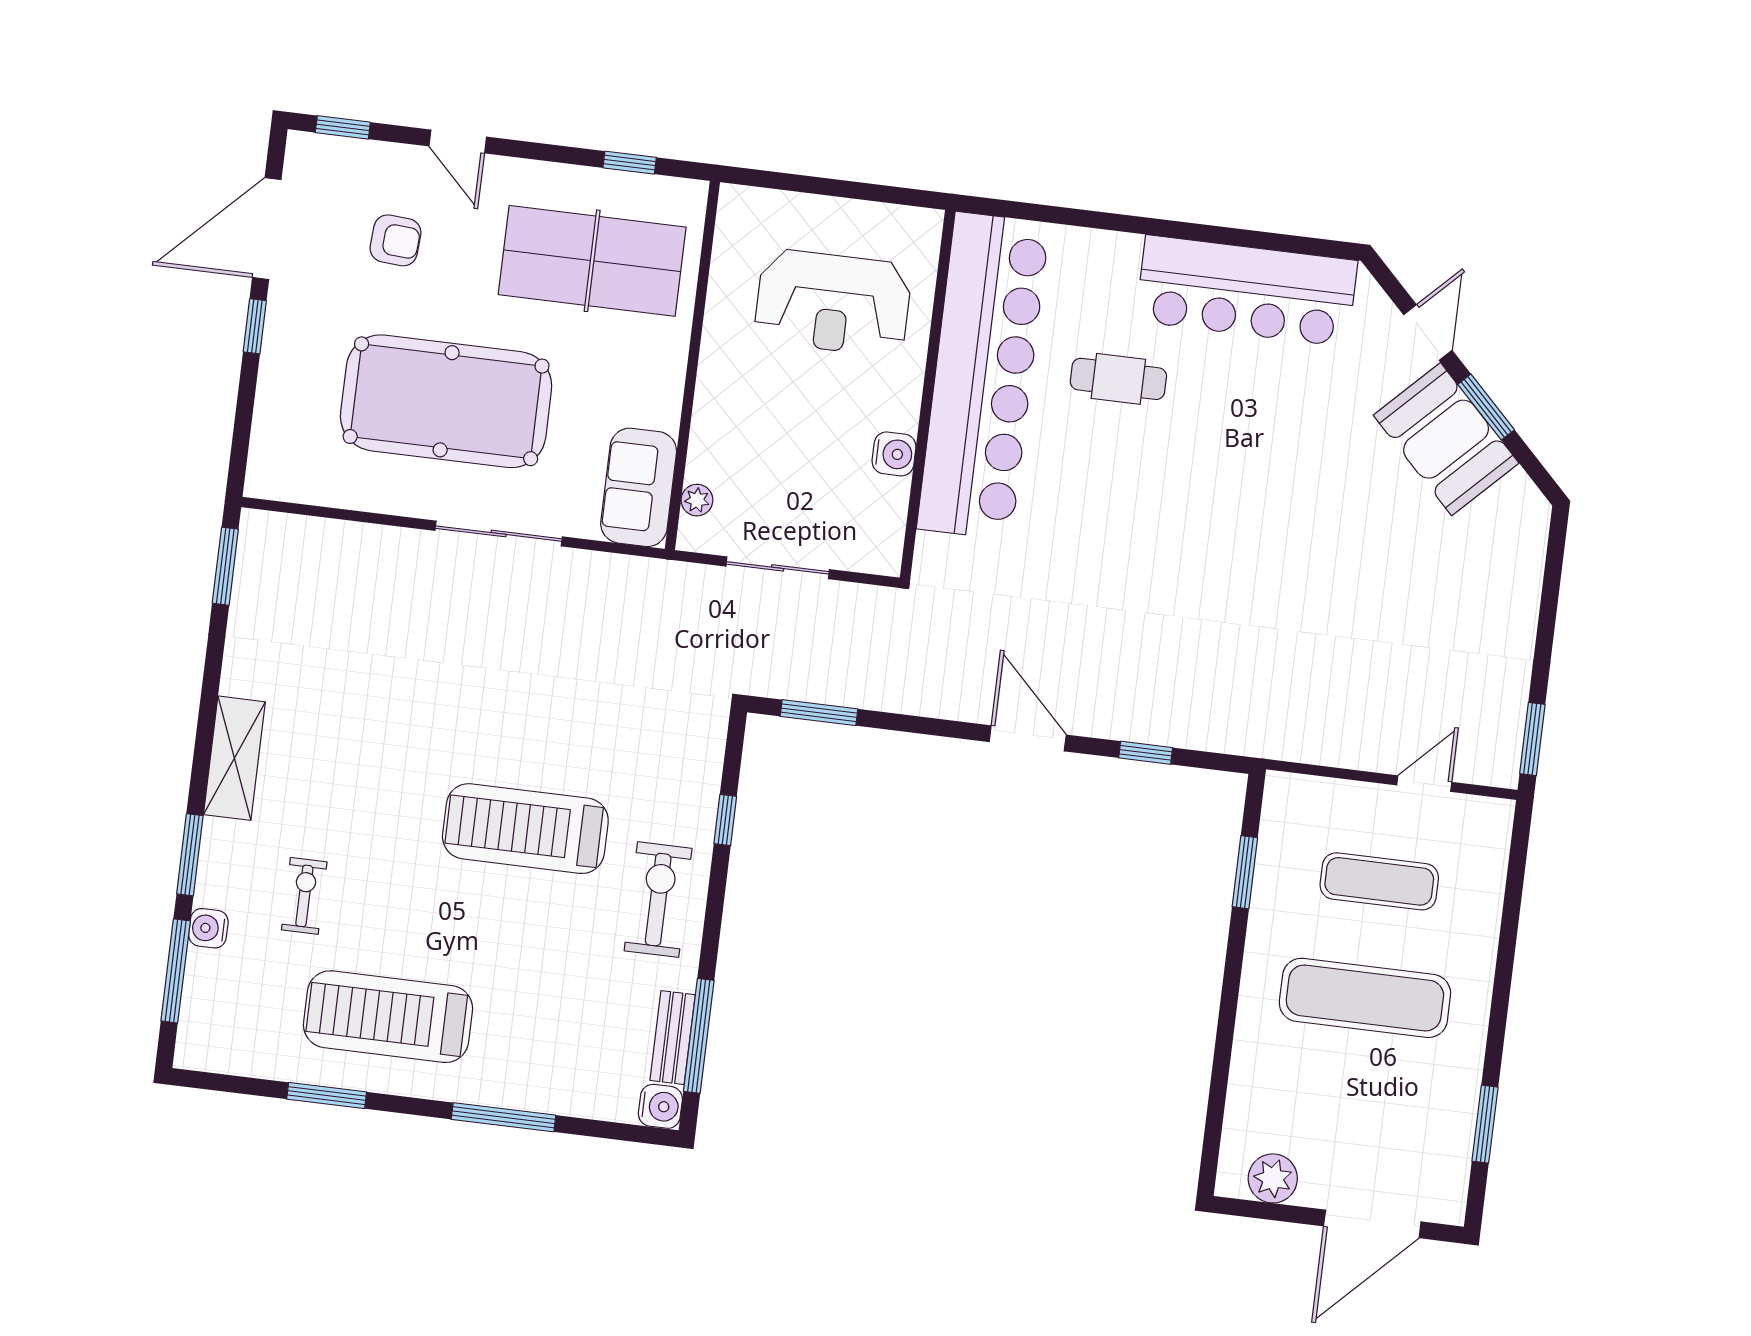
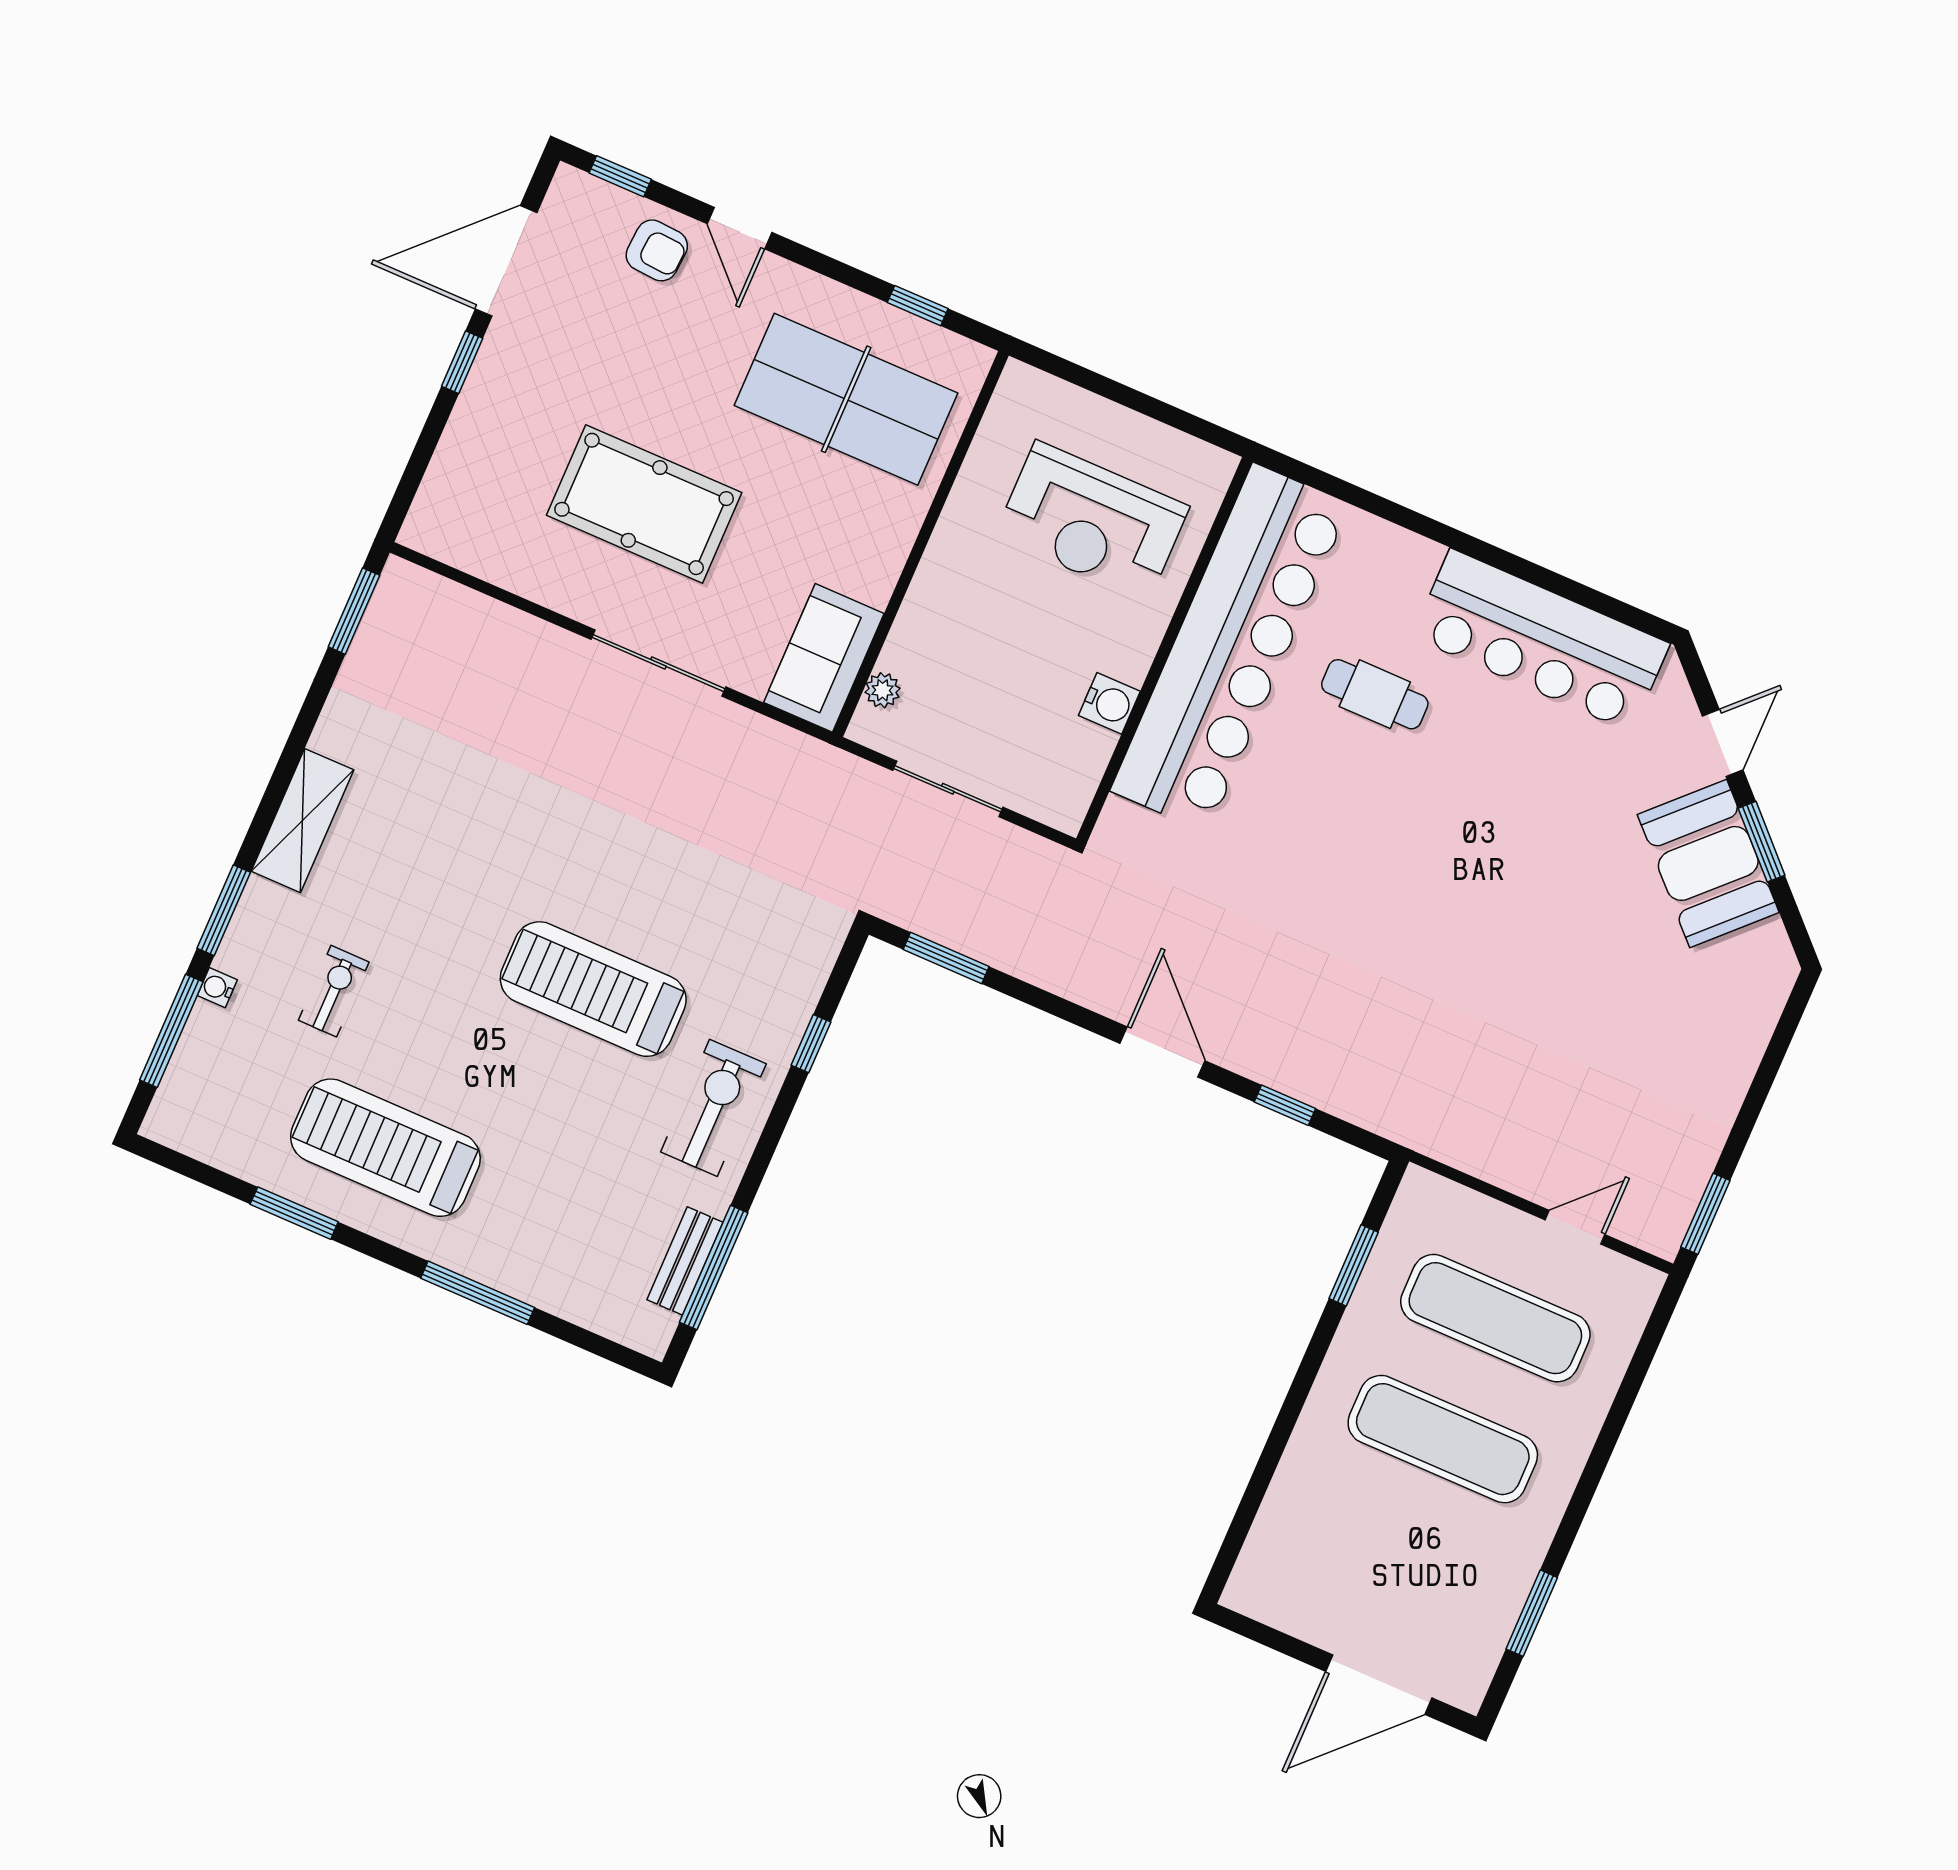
armchair: (396, 240) -> (657, 250), moved
pool table: (446, 401) -> (644, 504), width x0.73, depth x0.76
exercise mat: (1379, 881) -> (1495, 1318), width x1.36, depth x1.45
water cooler: (208, 928) -> (217, 988), width x0.72, depth x0.72
water cooler: (660, 1106) -> (650, 1331), removed
plant: (1273, 1178) -> (1286, 1604), removed

